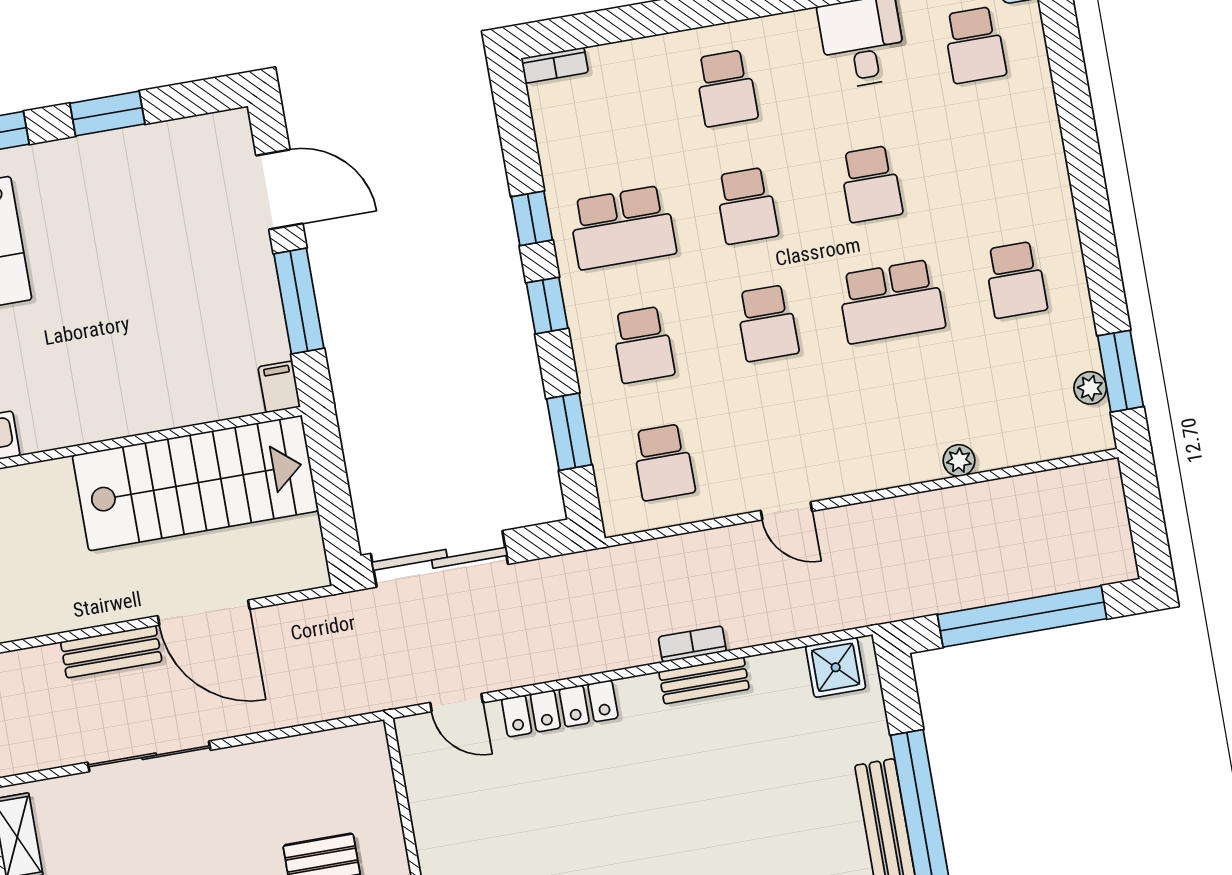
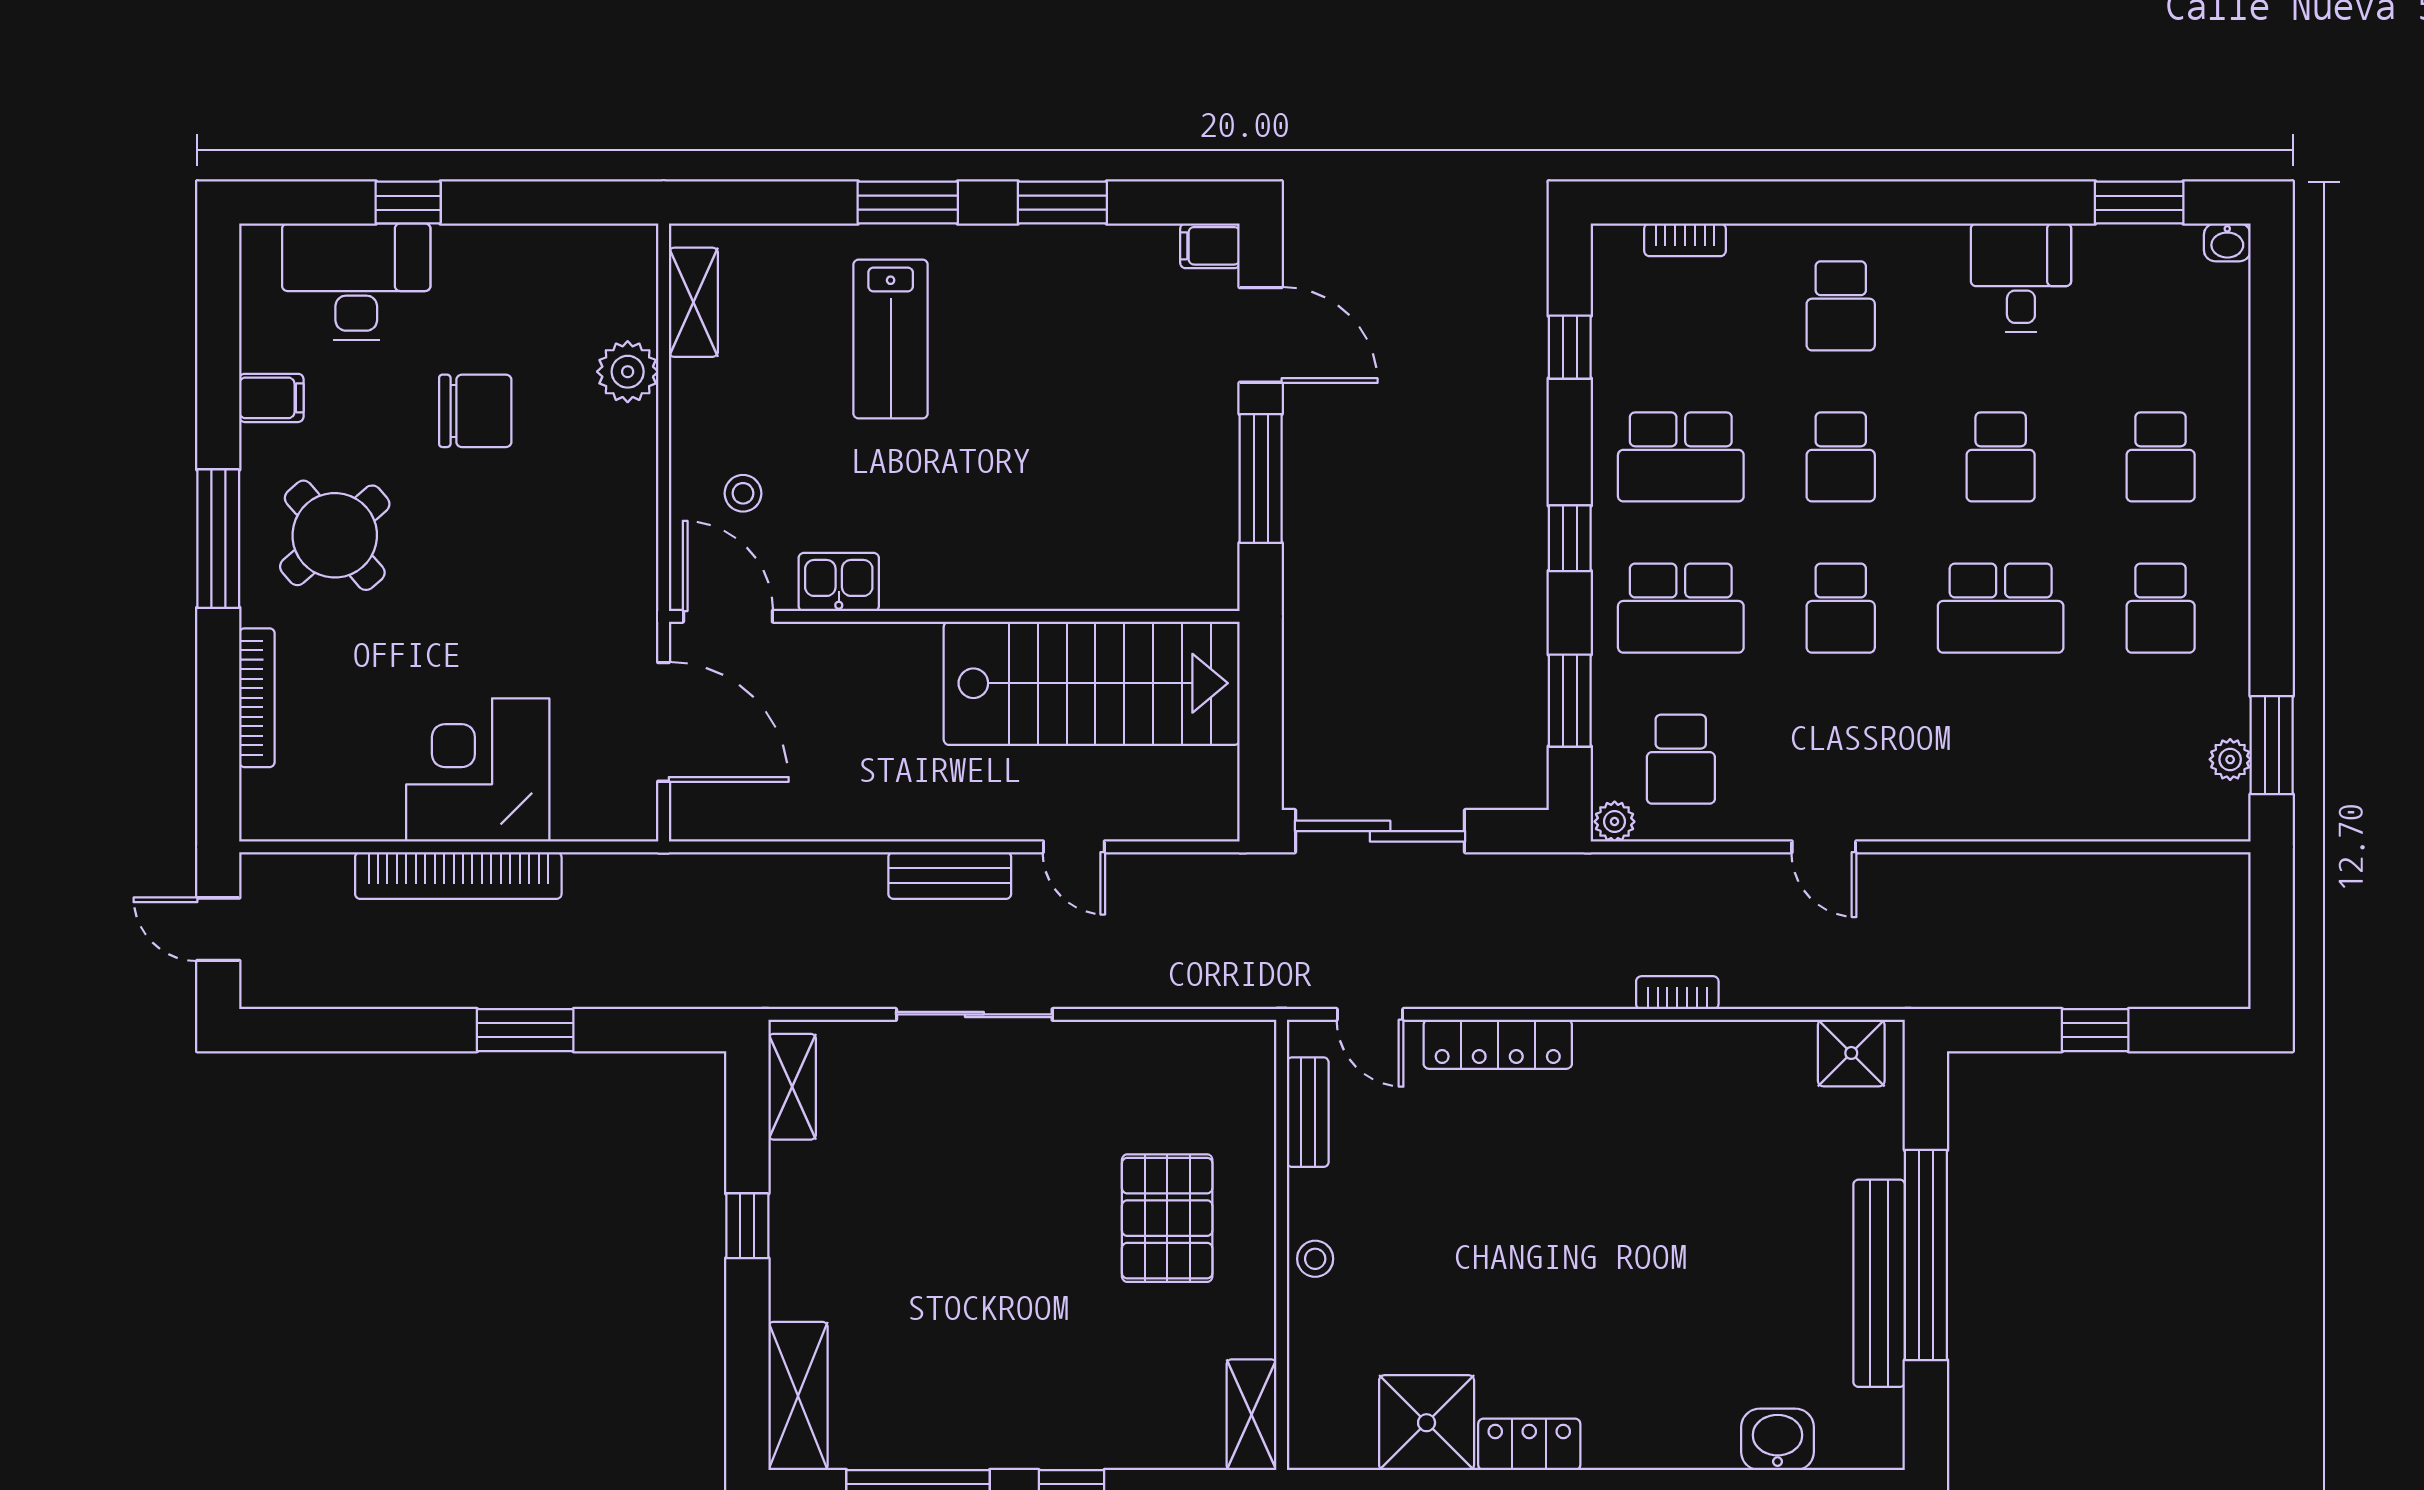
school desk: (975, 45) -> (2161, 457), moved
bookcase: (555, 65) -> (1685, 240), moved
window: (532, 218) -> (1570, 347), moved
school desk: (643, 345) -> (1681, 608), width x1.85
filing cabinet: (279, 387) -> (1210, 246), moved, turned -90
plant: (959, 460) -> (1615, 822), moved
door: (204, 613) -> (1074, 847), width x0.53
window: (1022, 617) -> (2095, 1030), width x0.32
bench: (704, 680) -> (1308, 1112), moved, turned 90

